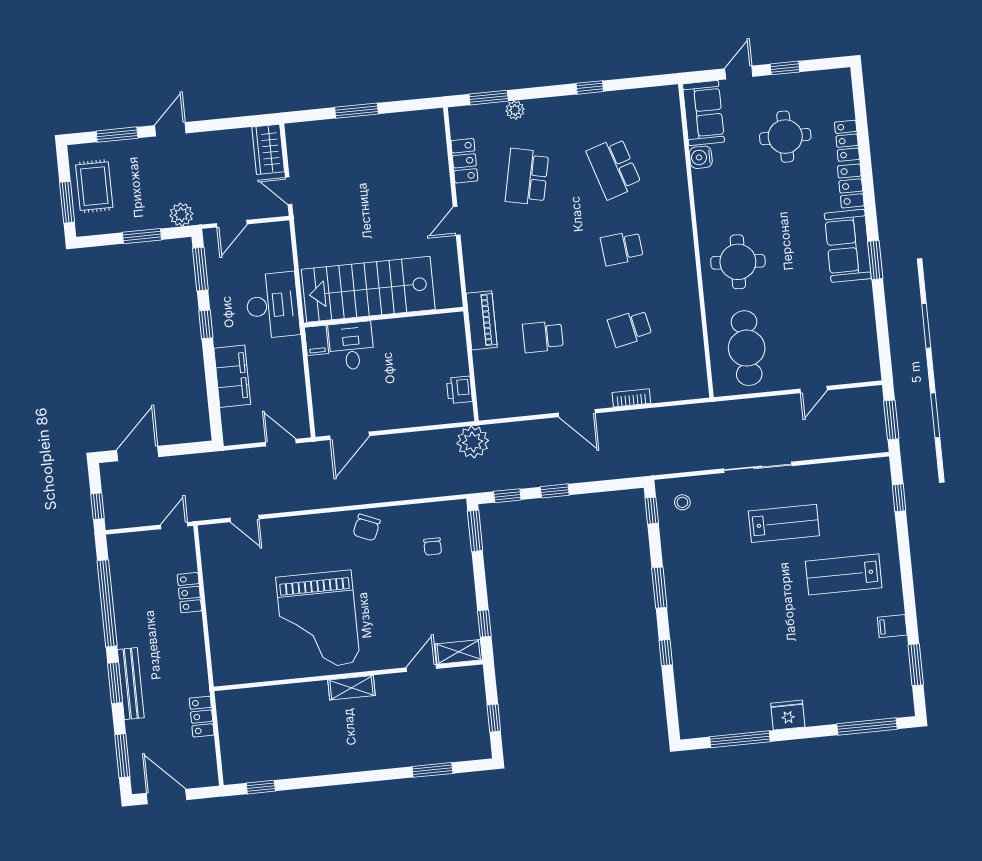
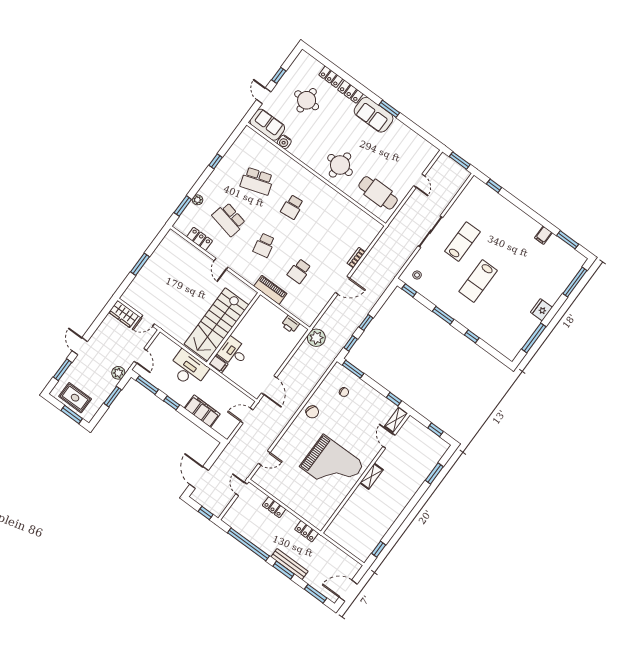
school desk: (630, 328) -> (264, 245), moved
lab bench: (844, 574) -> (478, 281), moved
locker: (202, 717) -> (307, 531), moved

